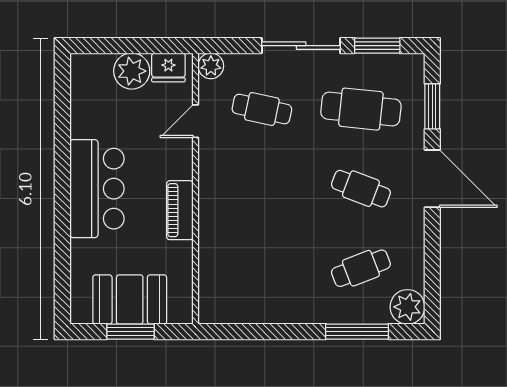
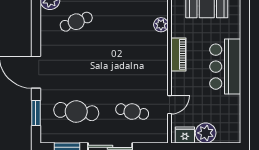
plant: (211, 66) -> (161, 25), moved
cafe table: (361, 189) -> (76, 67), removed

